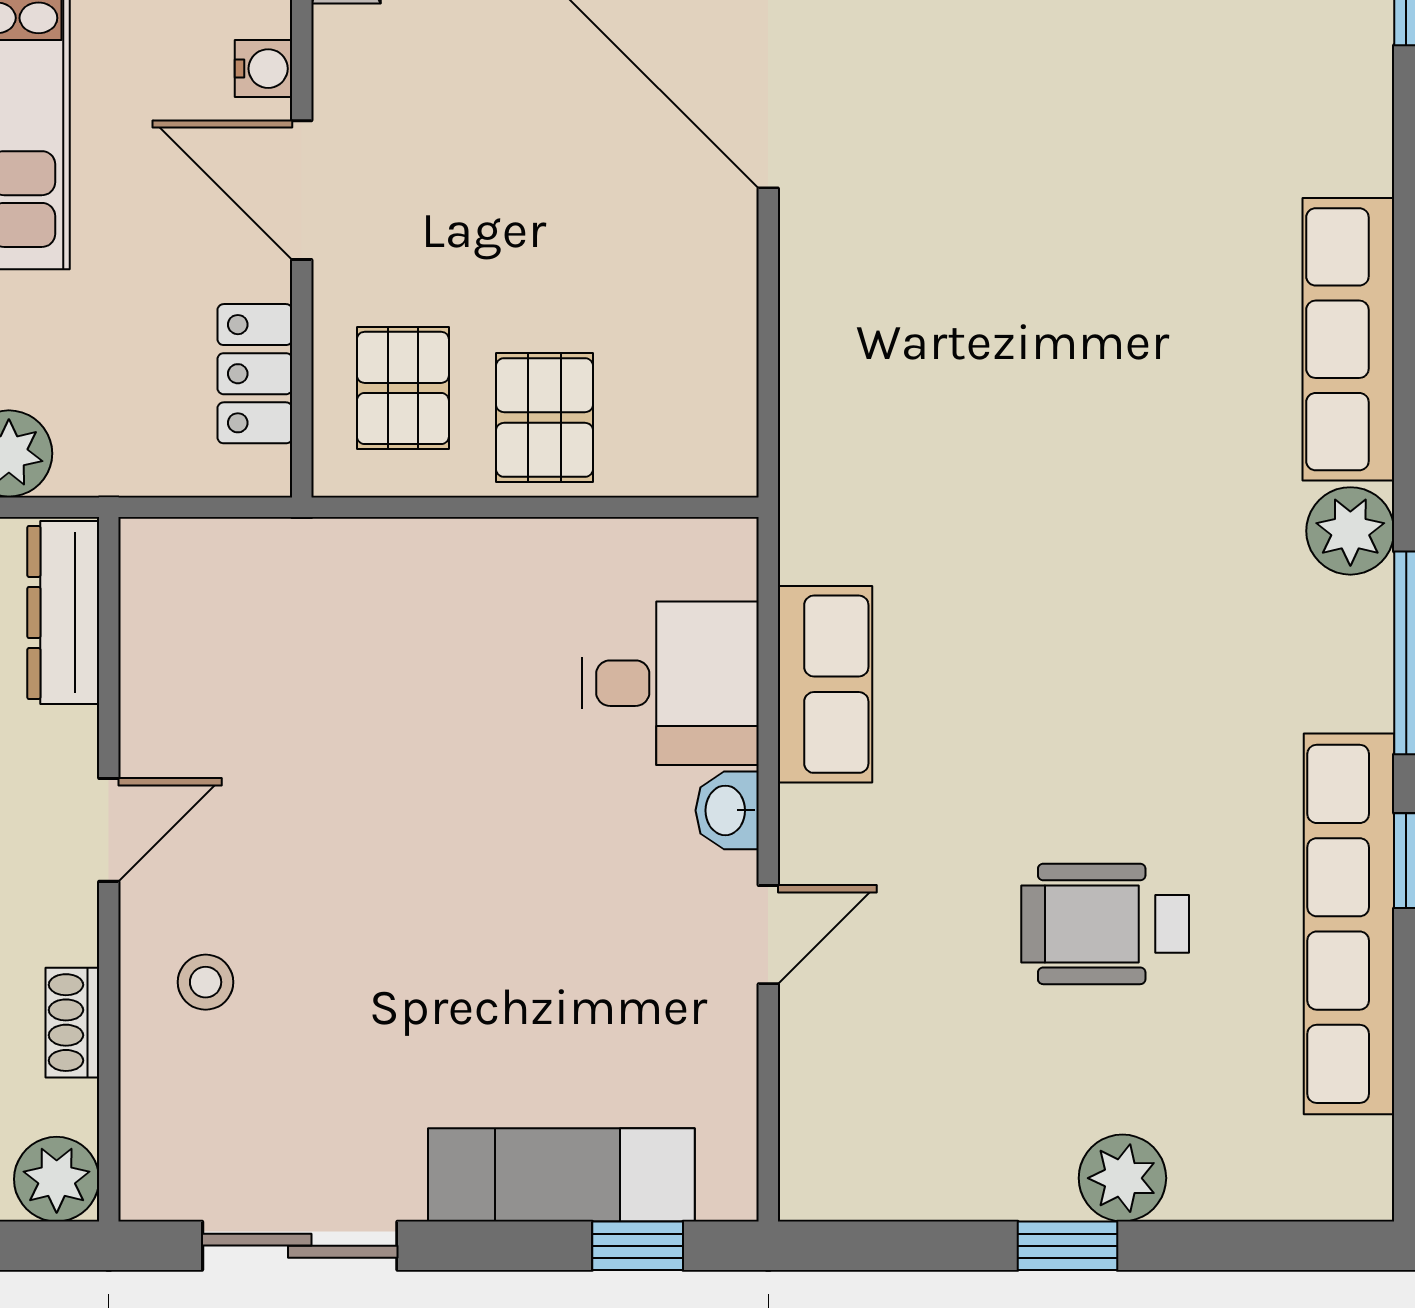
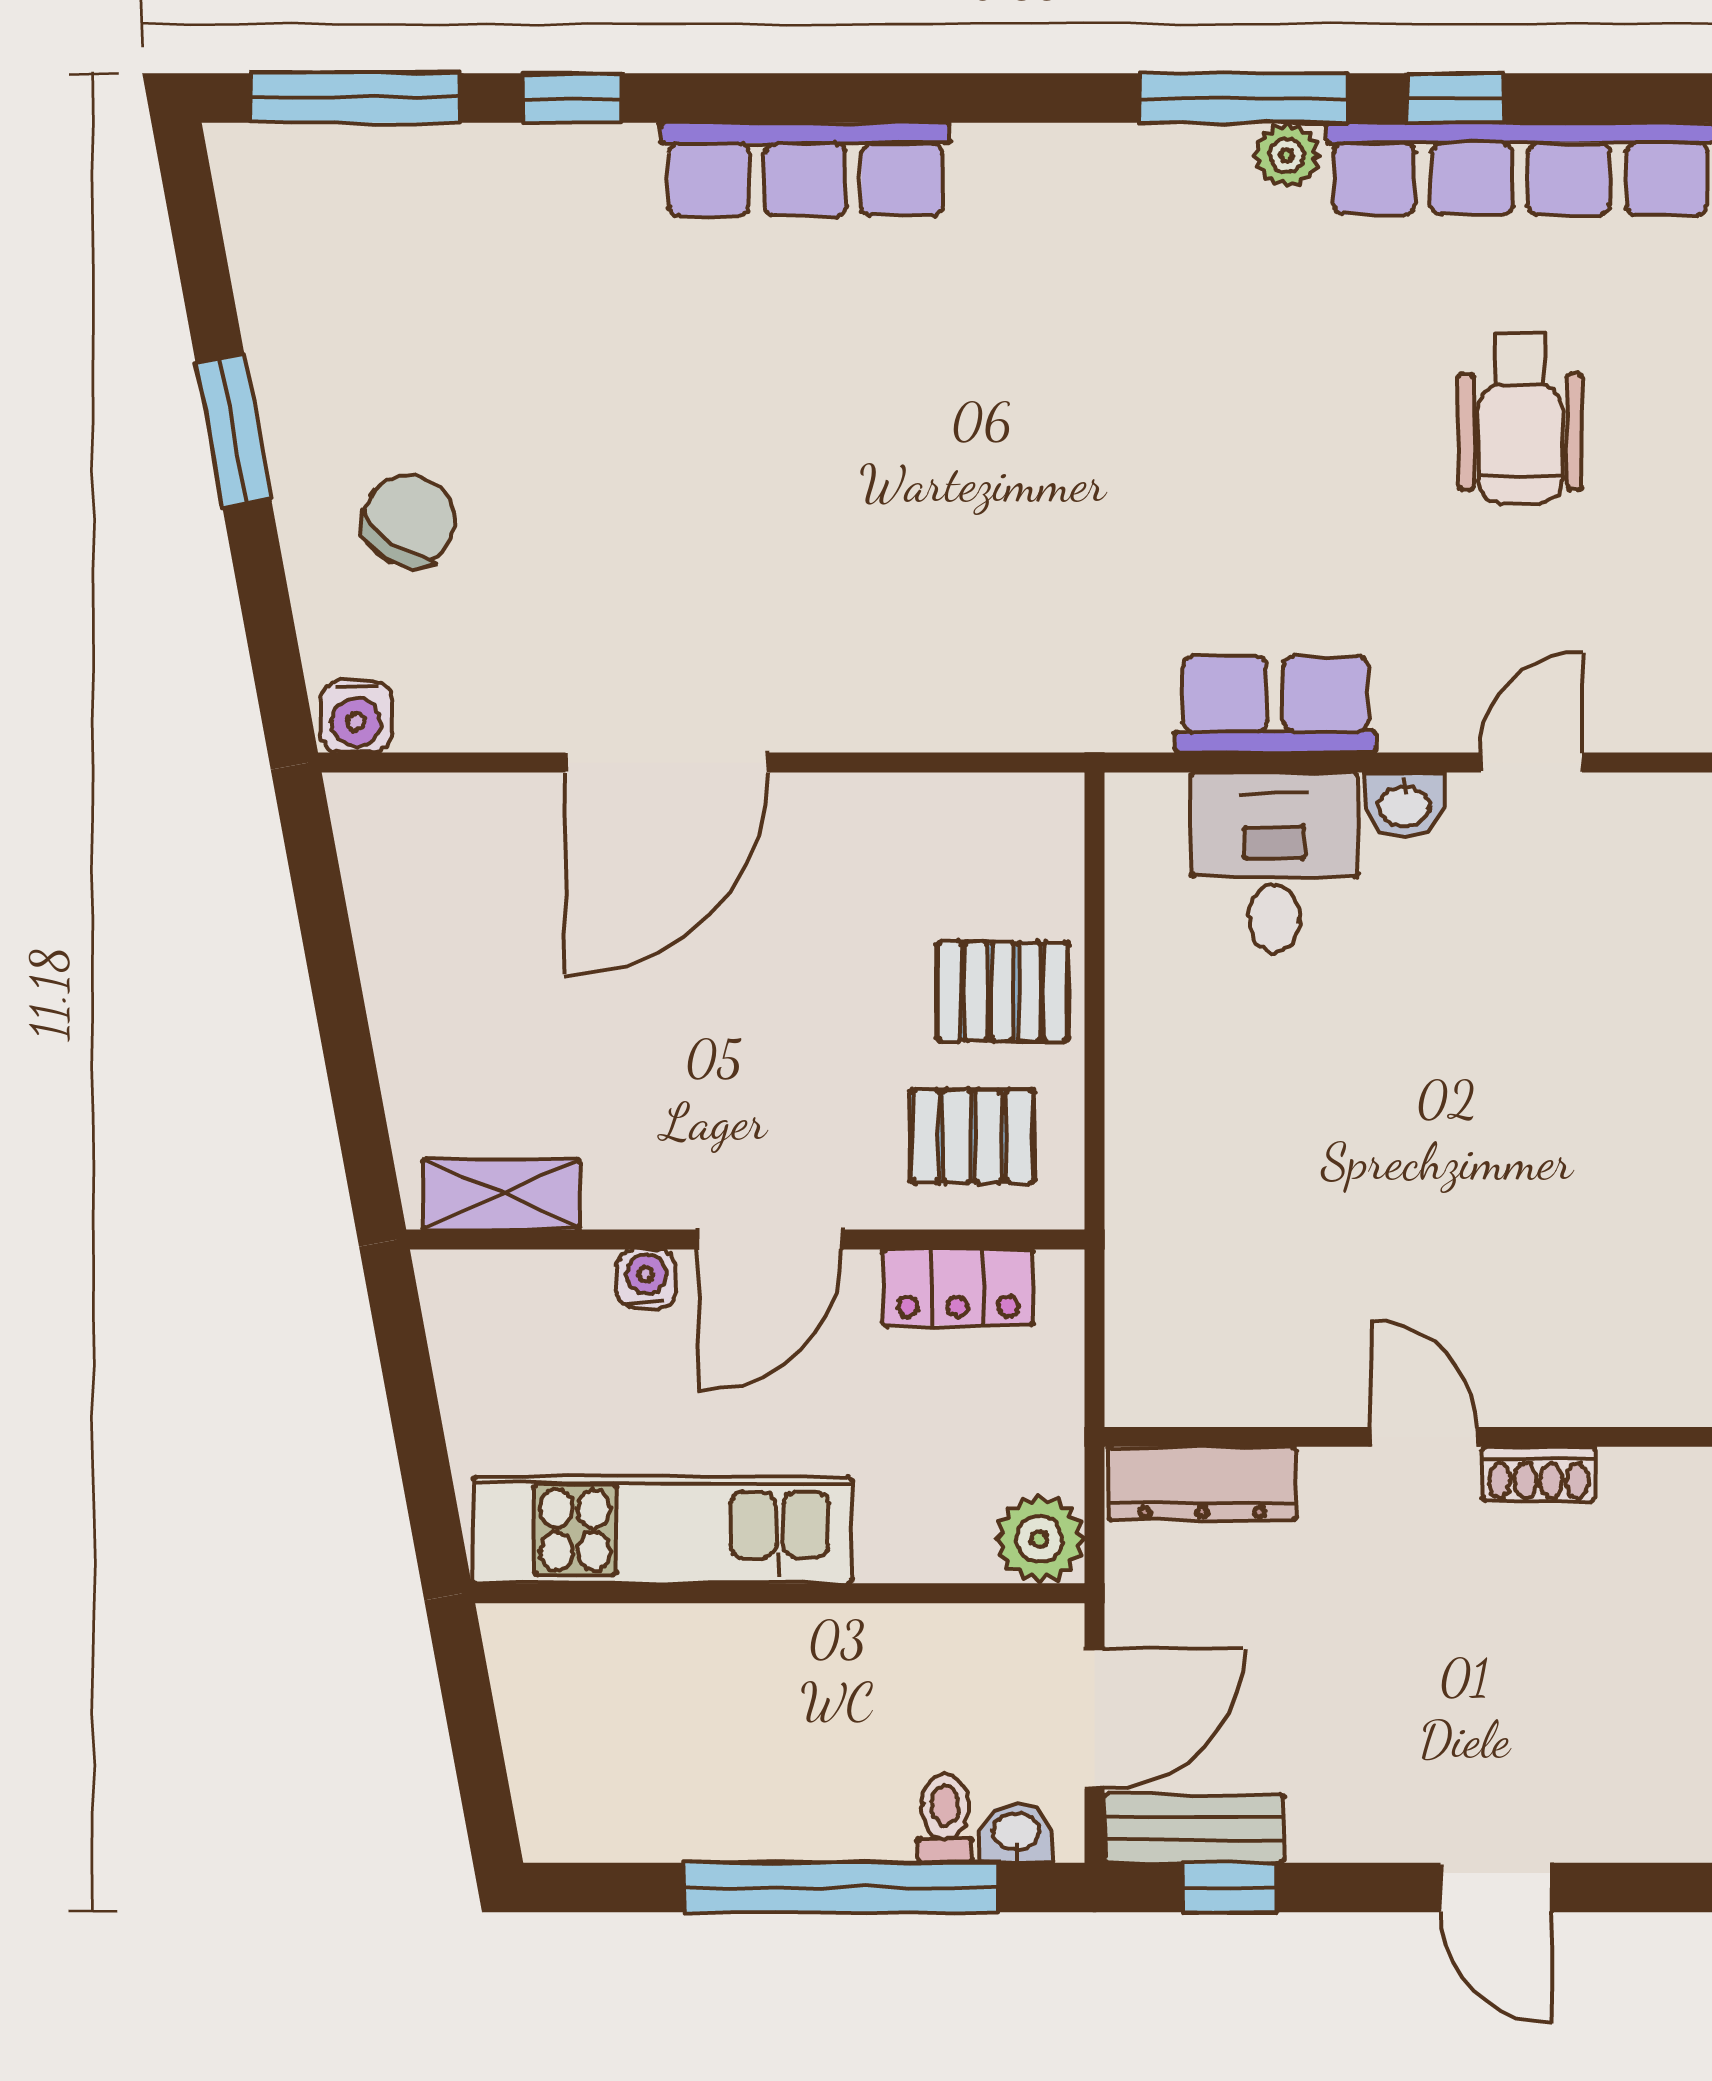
row of seats: (1348, 339) -> (806, 169), moved
plant: (1350, 531) -> (1286, 155), moved, width x0.73, depth x0.73
door: (768, 935) -> (1531, 762), hinge flipped
stool: (206, 982) -> (1580, 1338), removed
shoe rack: (72, 1023) -> (1539, 1474), moved

